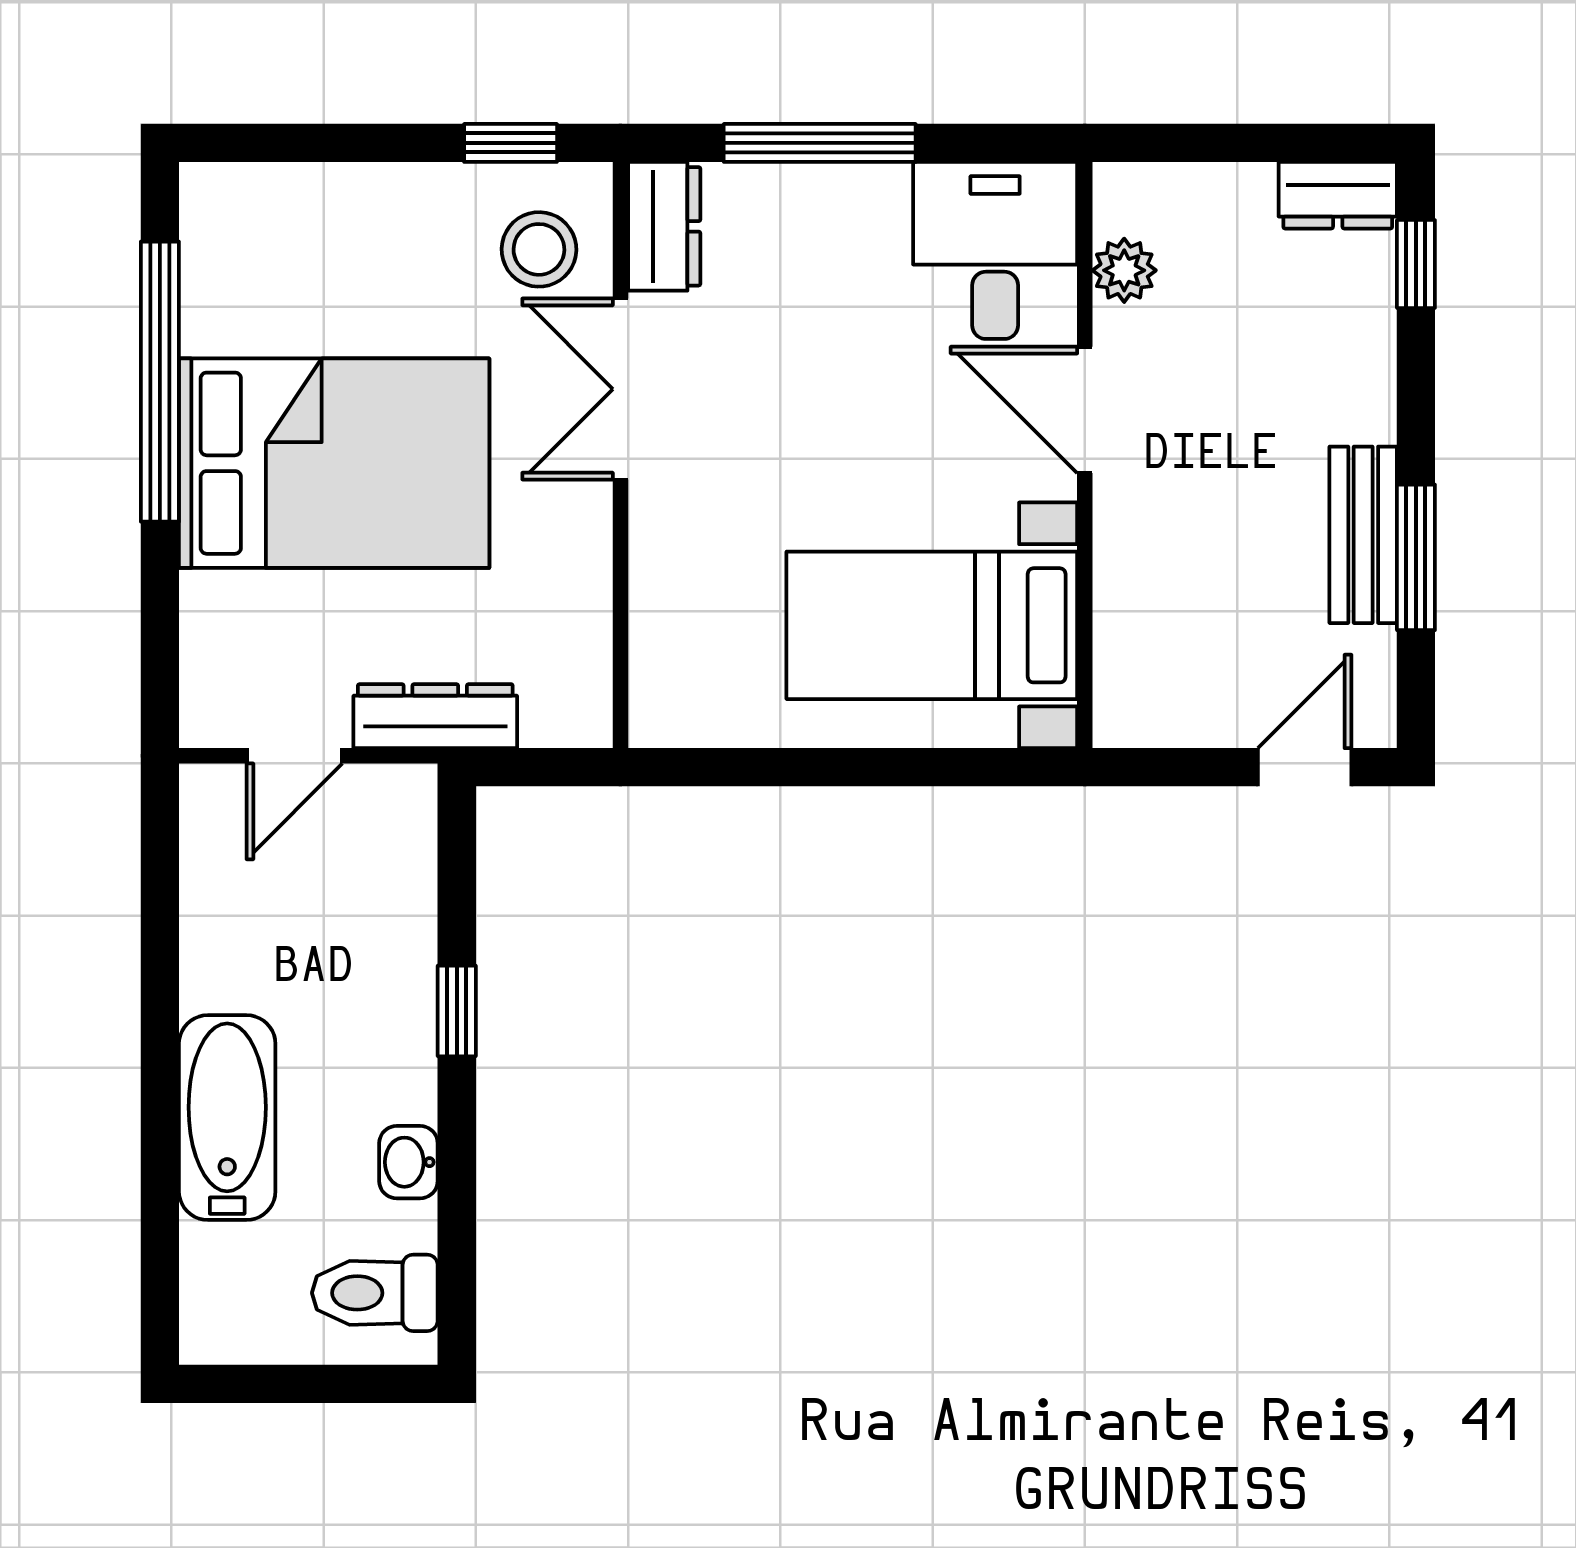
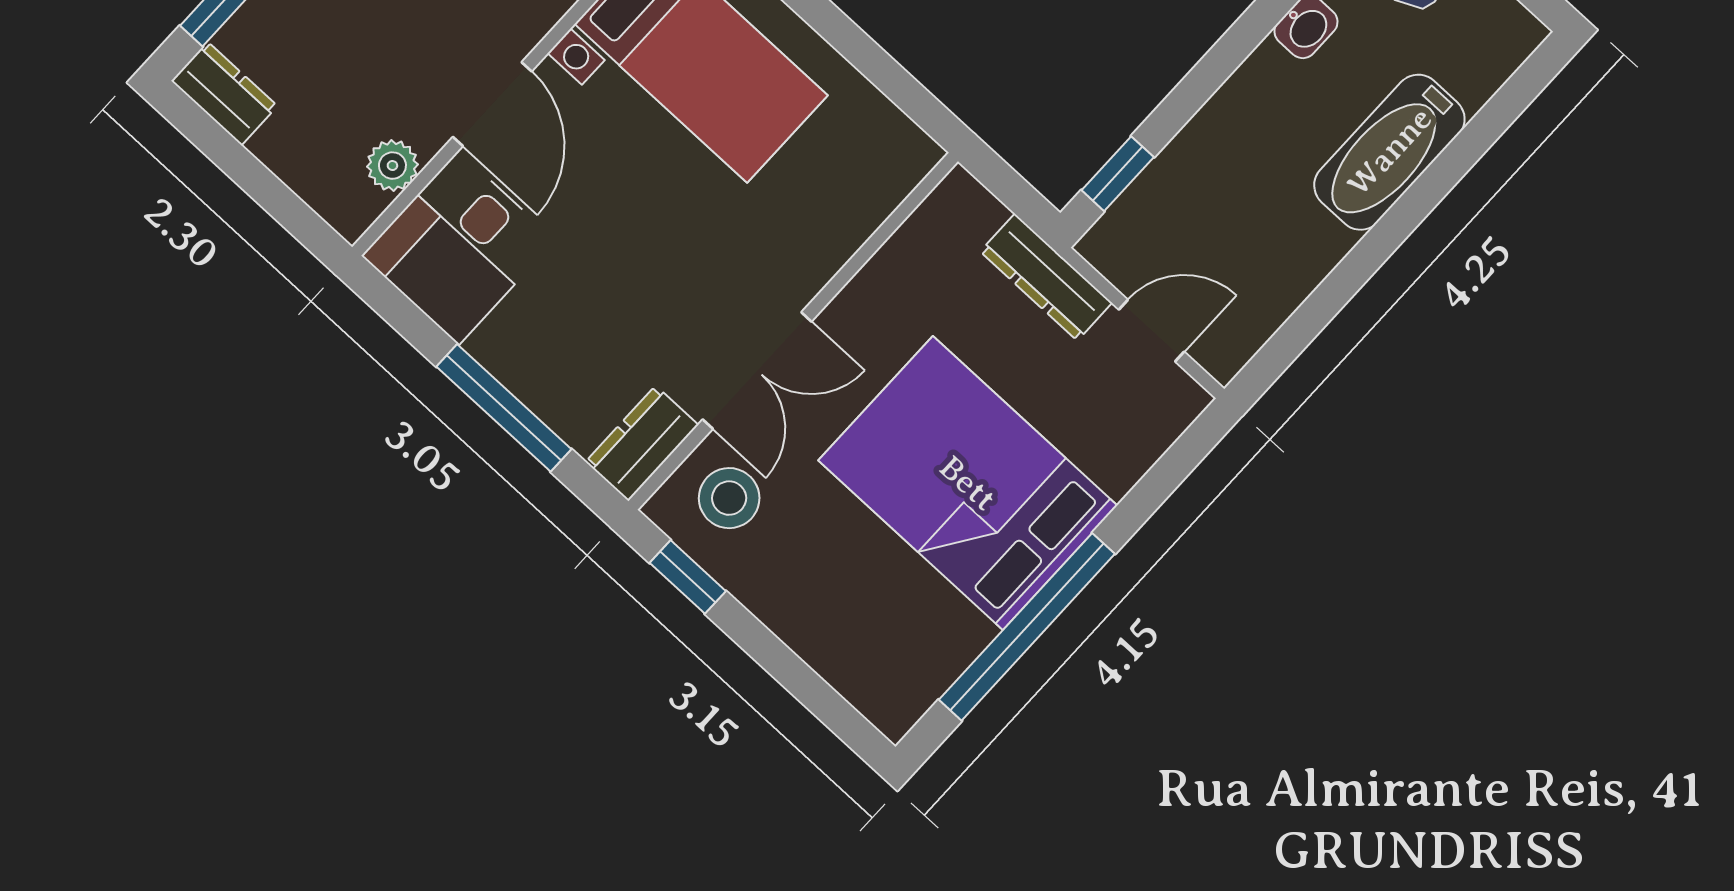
window: (457, 1011) -> (1118, 174), moved

